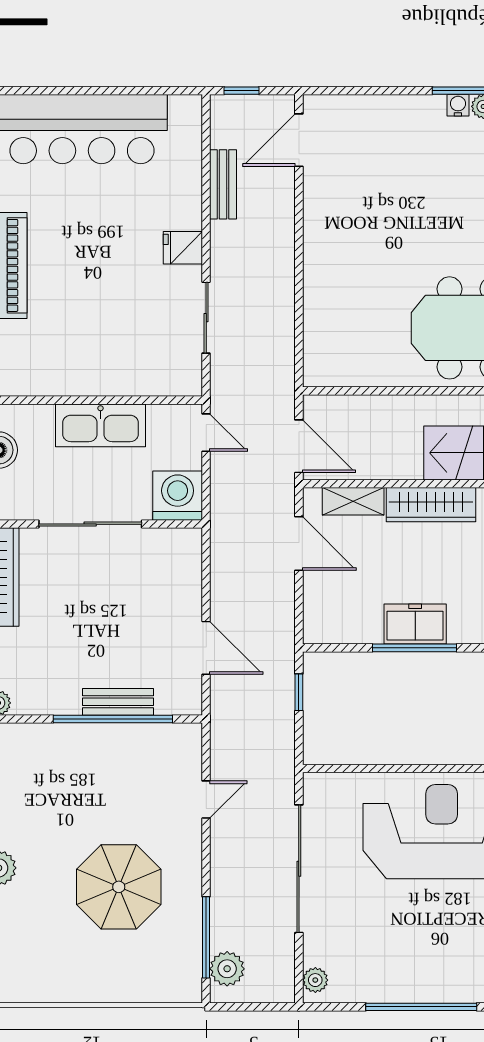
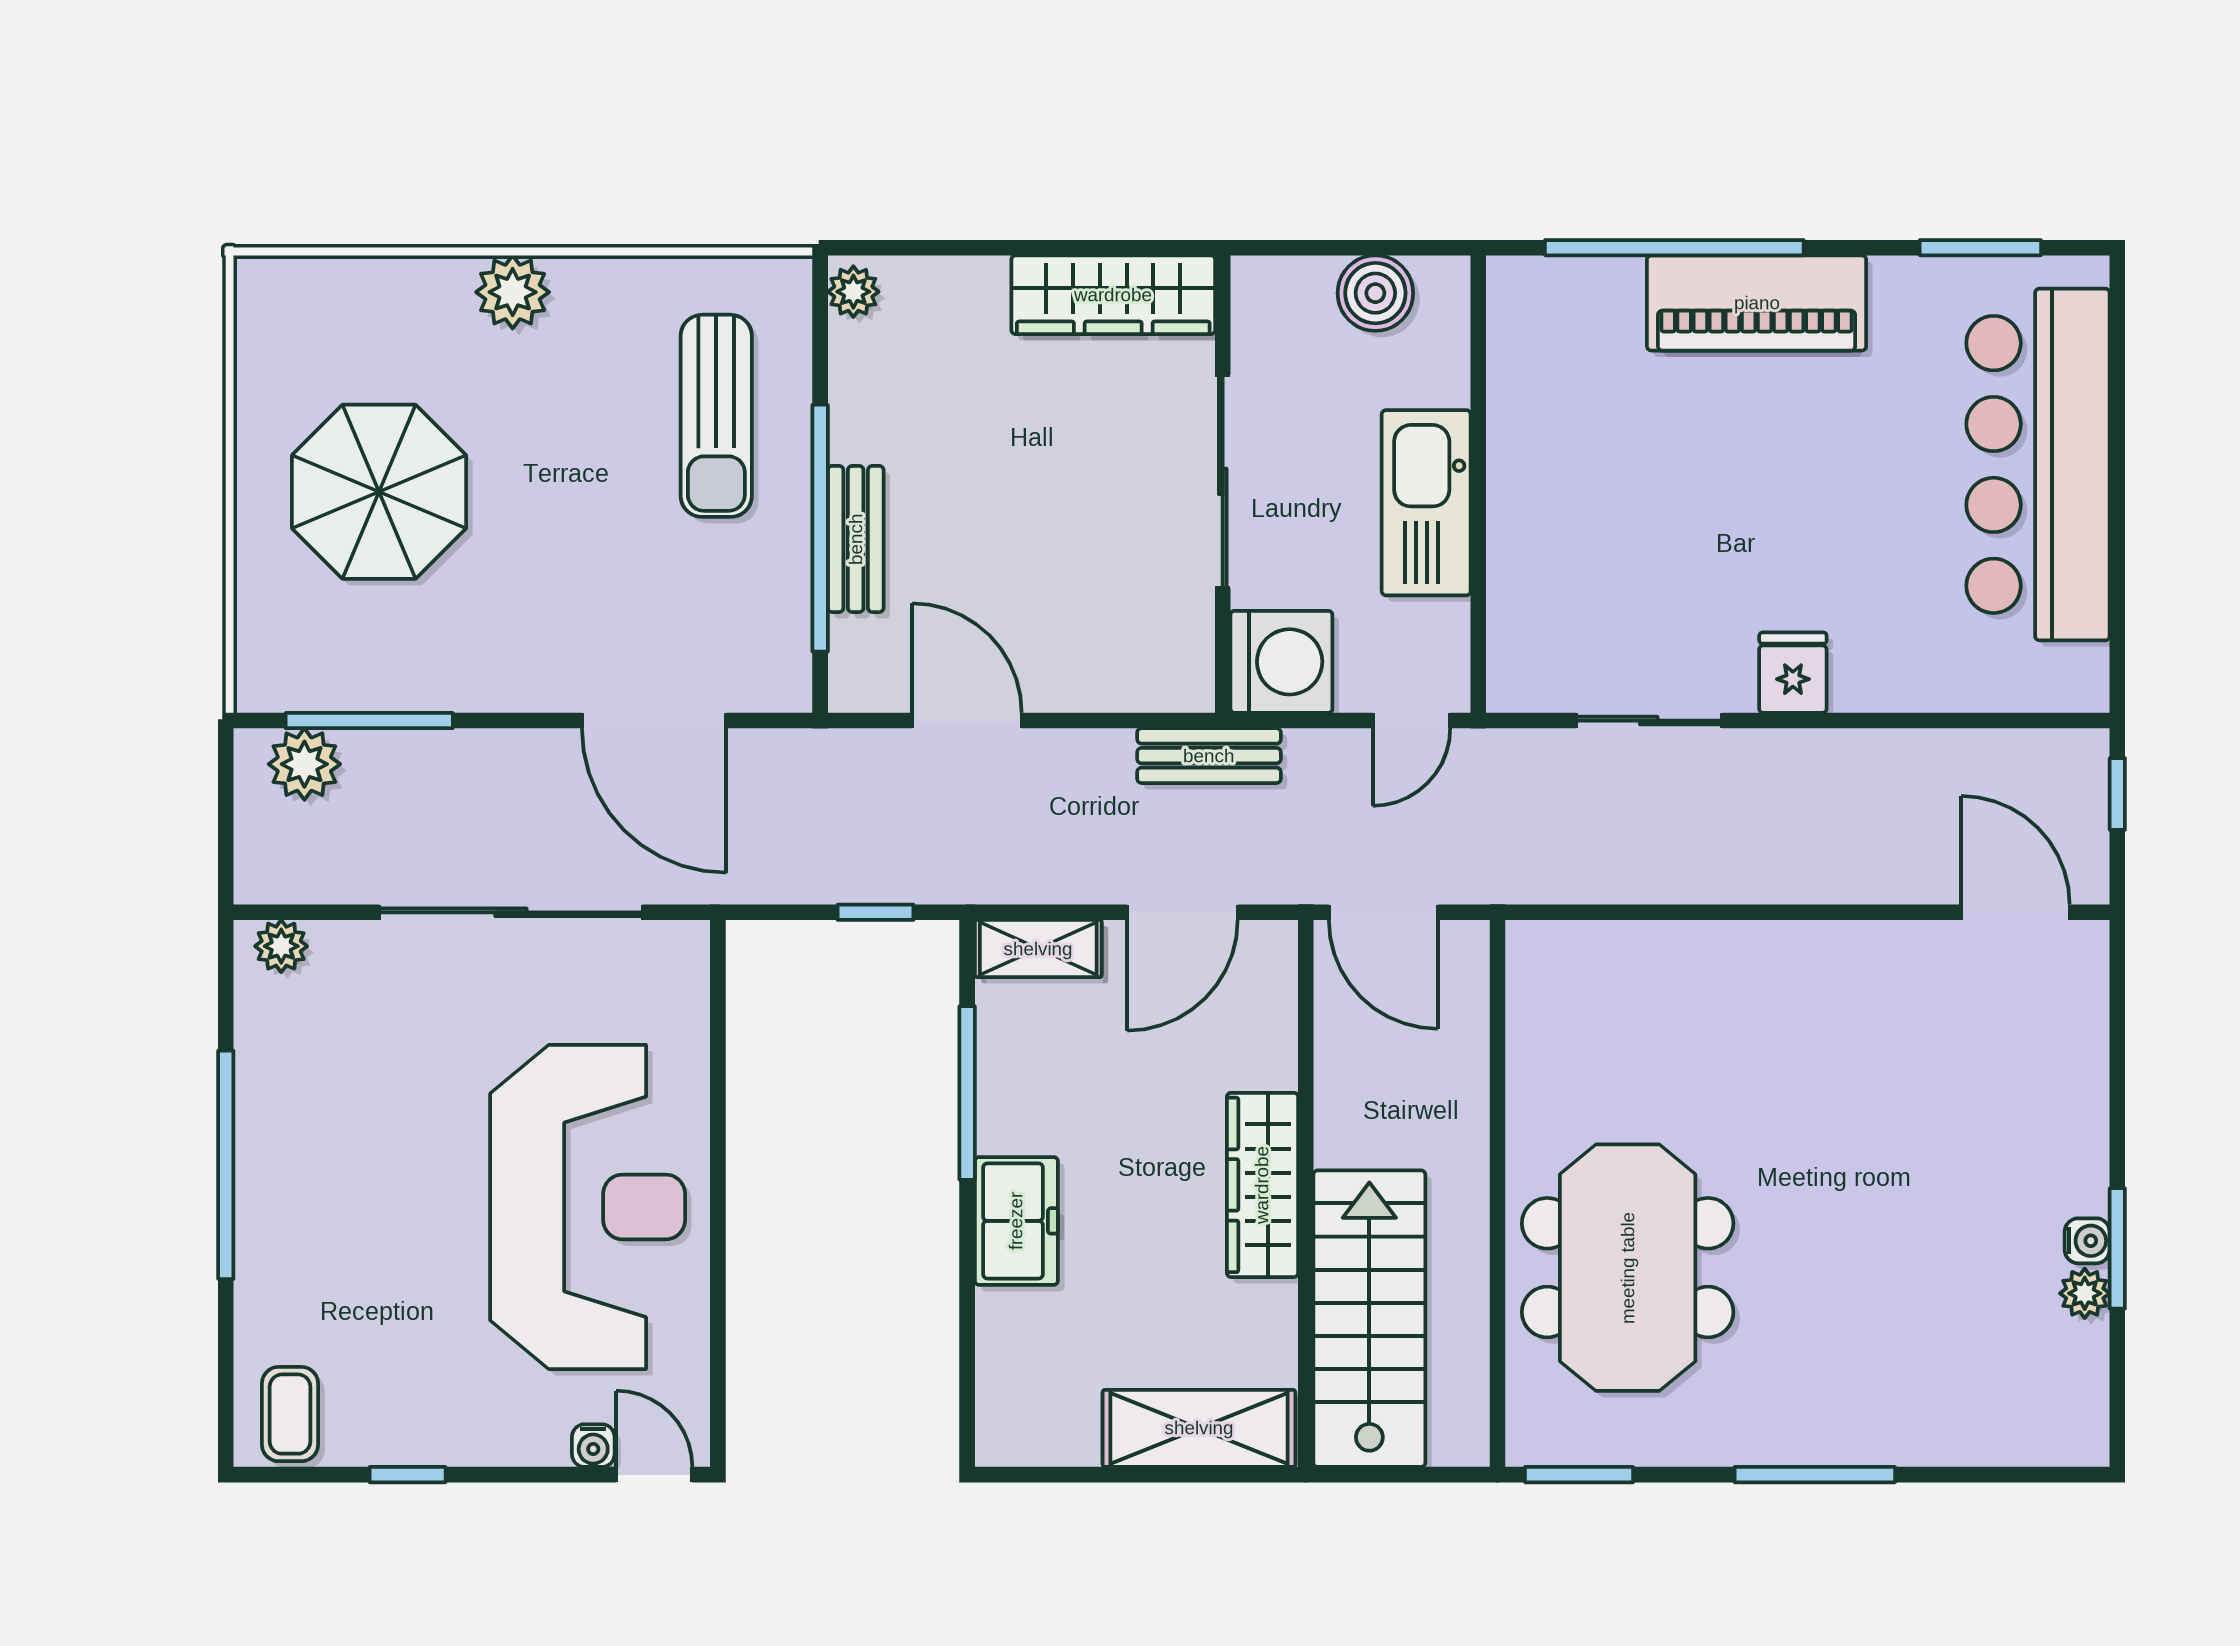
bench: (223, 184) -> (1209, 756), moved
door: (299, 446) -> (1383, 912), hinge flipped
shelving: (353, 501) -> (1038, 949), moved, turned 90
freezer: (415, 624) -> (1016, 1221), moved
door: (206, 648) -> (967, 721), swing flipped
window: (415, 648) -> (967, 1093), moved
sun lounger: (58, 769) -> (716, 416), added
door: (206, 799) -> (654, 721), width x1.87
parasol: (119, 887) -> (379, 492), moved

